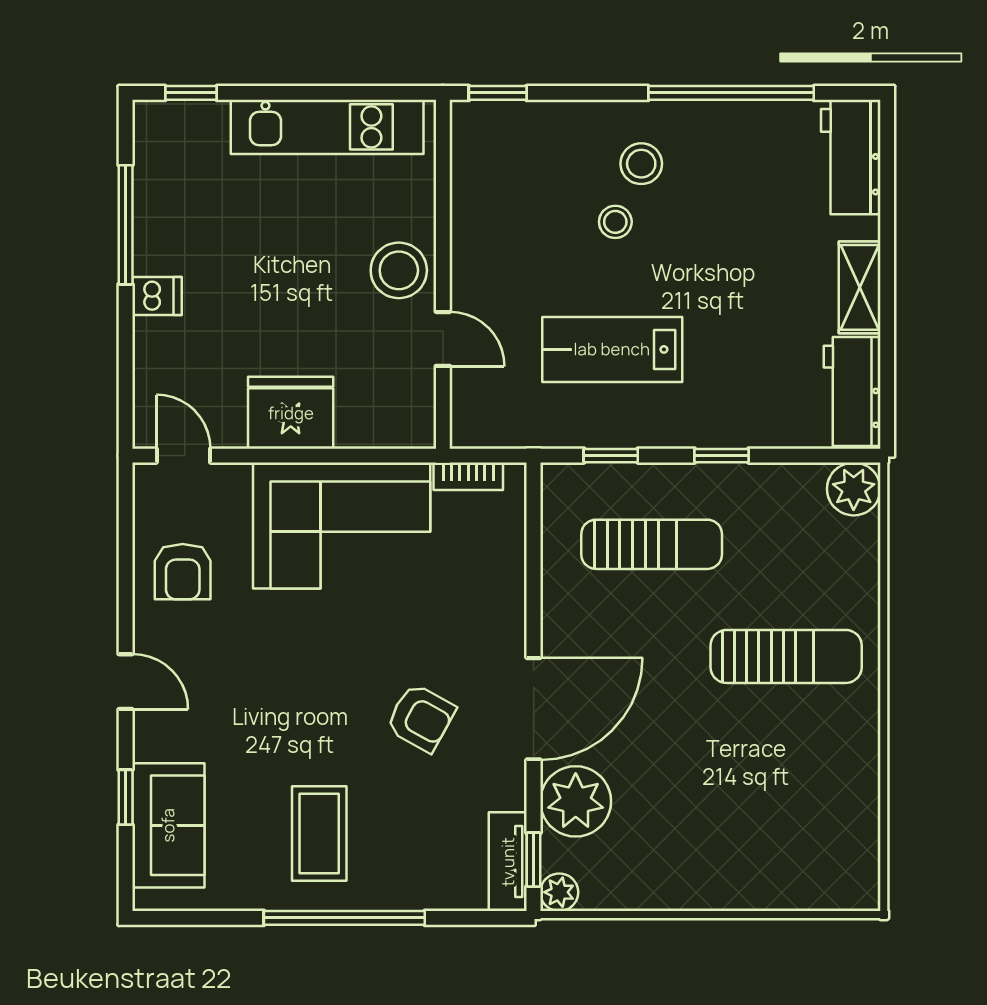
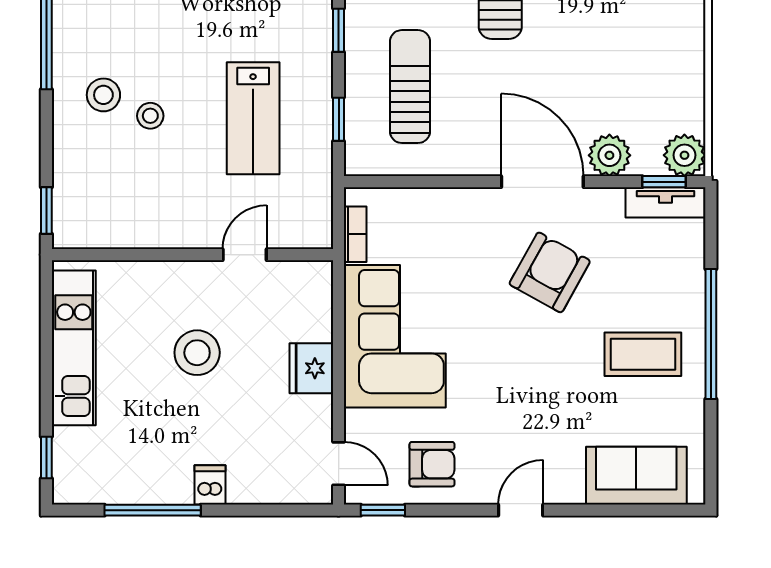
stool: (399, 270) -> (197, 353), moved
fridge: (291, 413) -> (311, 368), width x0.73, depth x0.75
door: (183, 456) -> (339, 464), swing flipped
armchair: (421, 718) -> (550, 272), width x1.38, depth x1.38
window: (126, 797) -> (383, 510), moved
plant: (576, 801) -> (609, 155), width x0.73, depth x0.73
plant: (559, 892) -> (684, 155), width x1.38, depth x1.38

